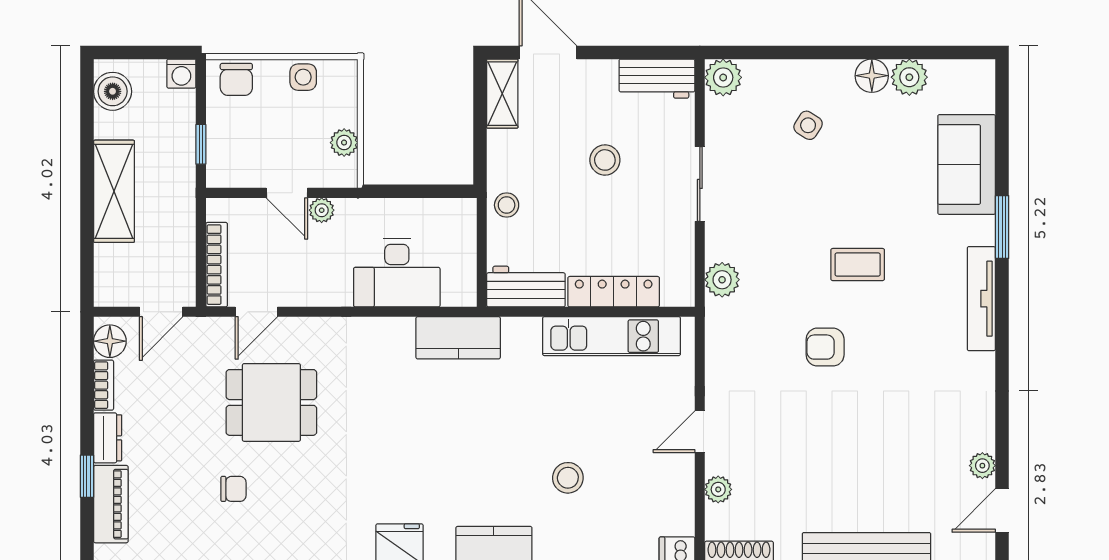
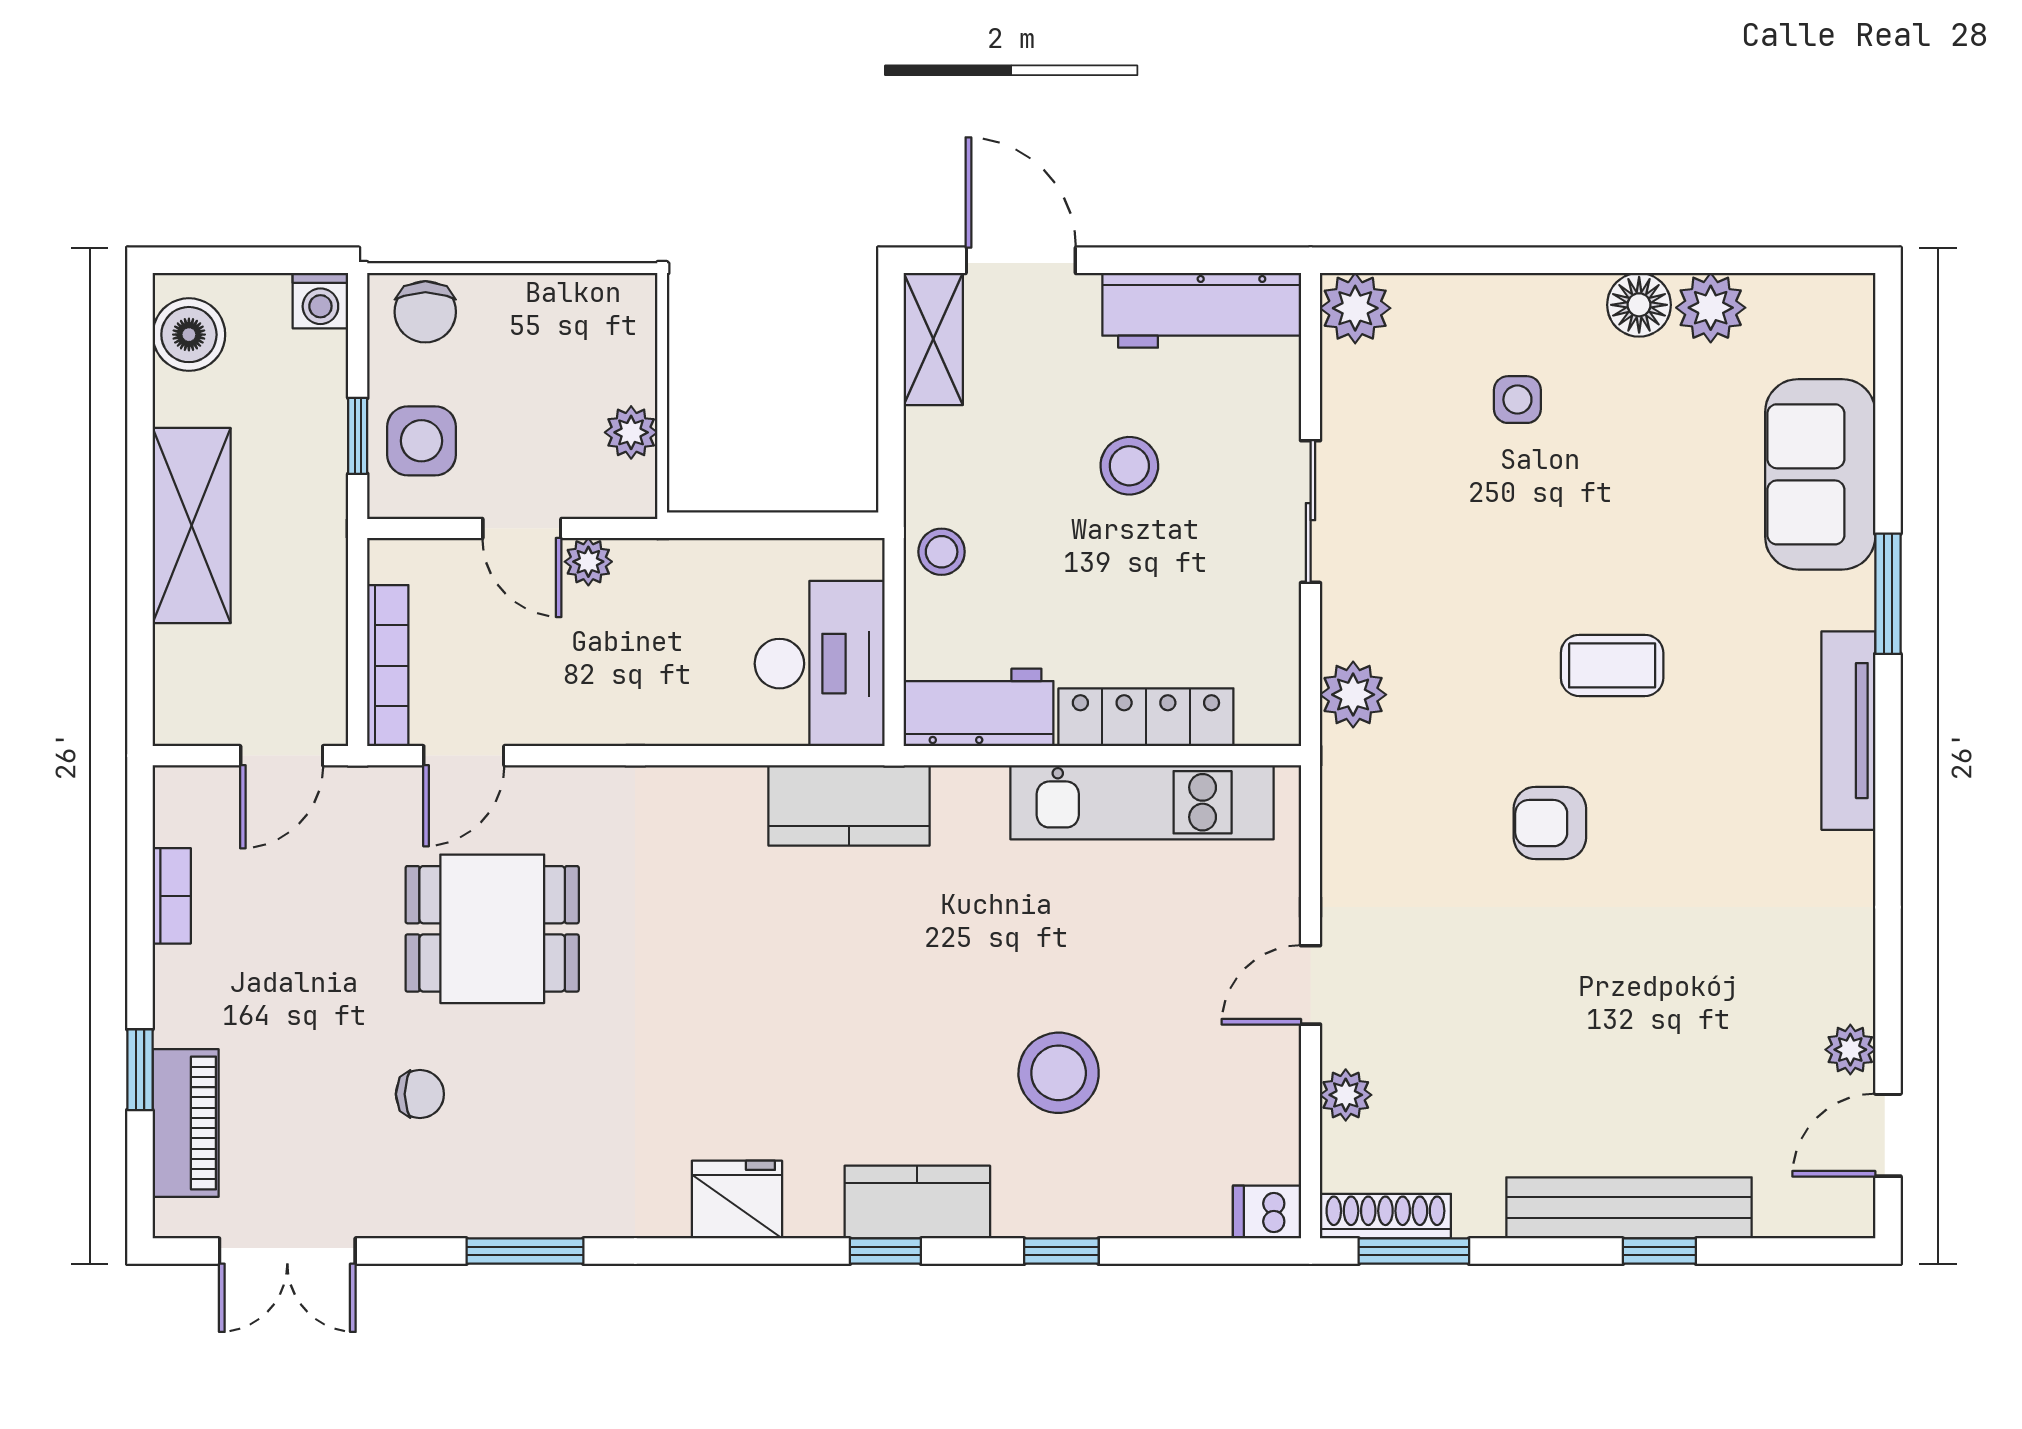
side table: (303, 77) -> (421, 441), moved, width x1.37, depth x1.37
workbench: (657, 79) -> (1202, 310), width x1.38
side table: (808, 125) -> (1517, 400), turned -32
desk: (397, 273) -> (820, 664), moved, turned -90
floor lamp: (110, 341) -> (184, 812), removed
dresser: (108, 438) -> (179, 996), removed
stool: (568, 478) -> (1059, 1073), width x1.38, depth x1.38

